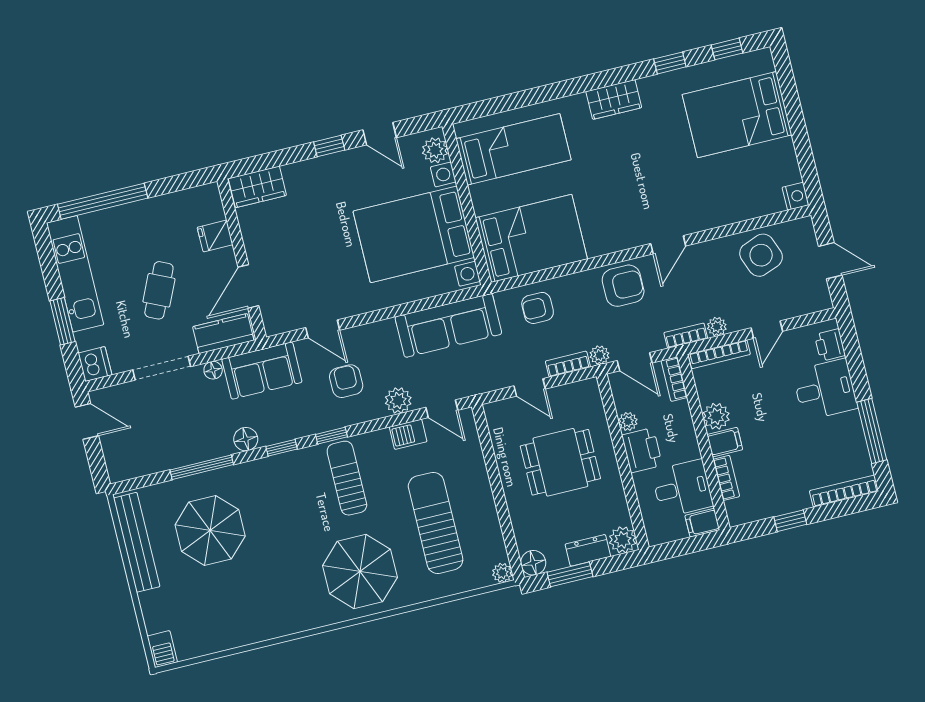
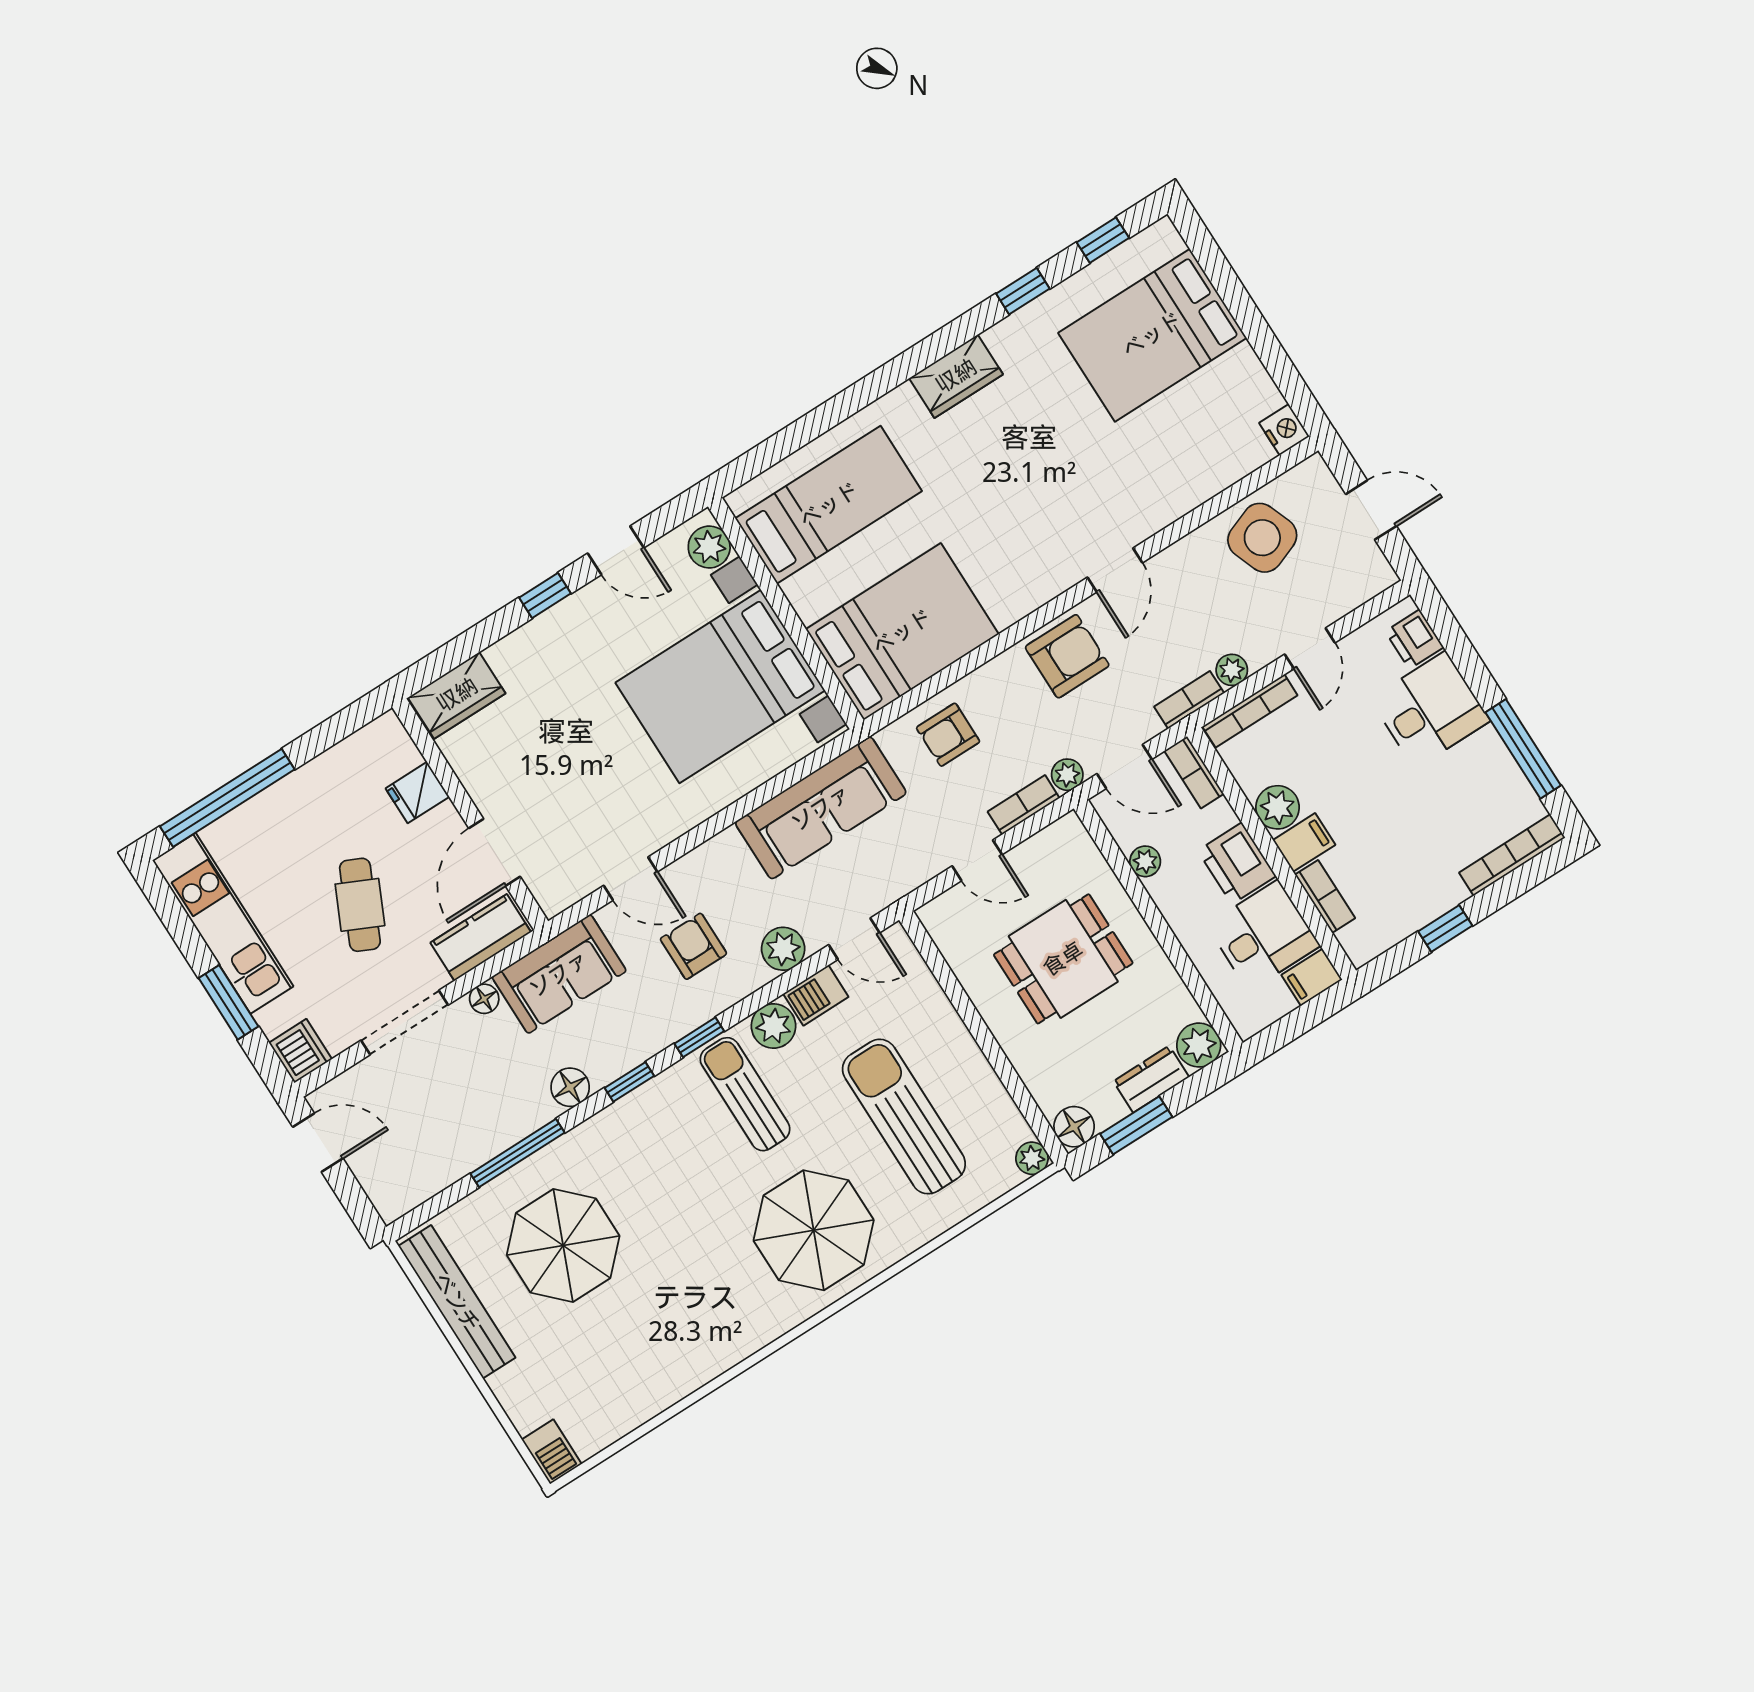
plant: (377, 444) -> (773, 1026), added
printer: (642, 450) -> (1237, 863), moved, turned 180

